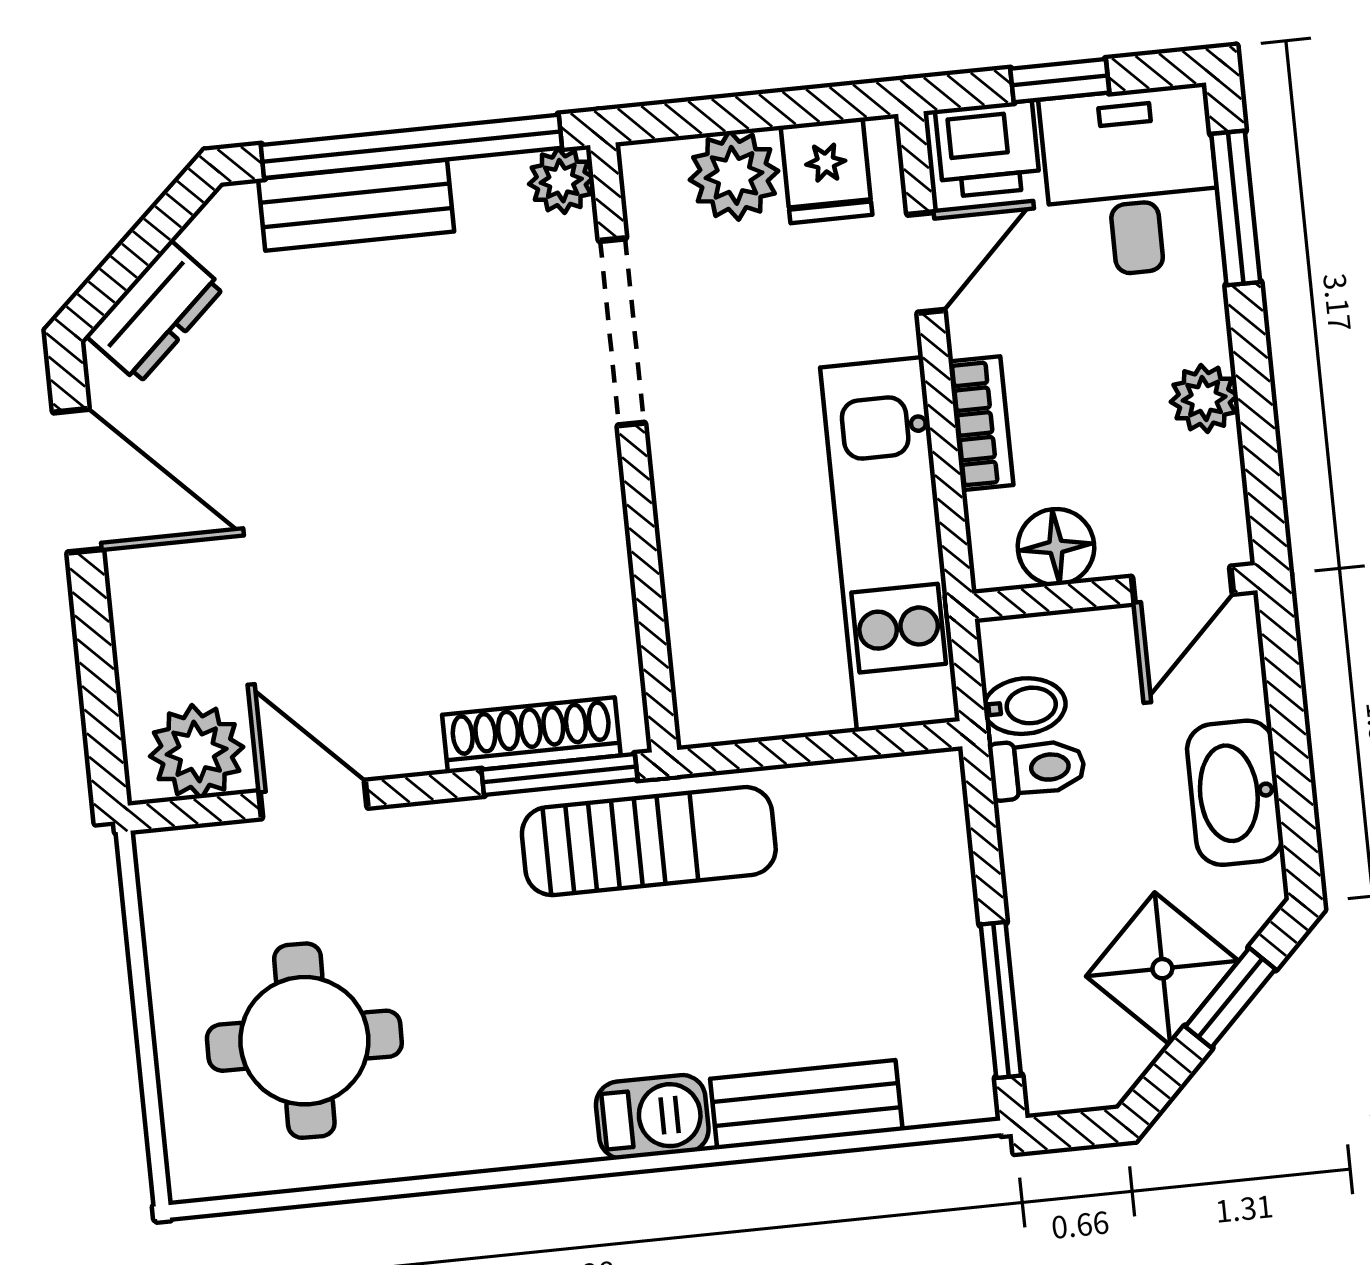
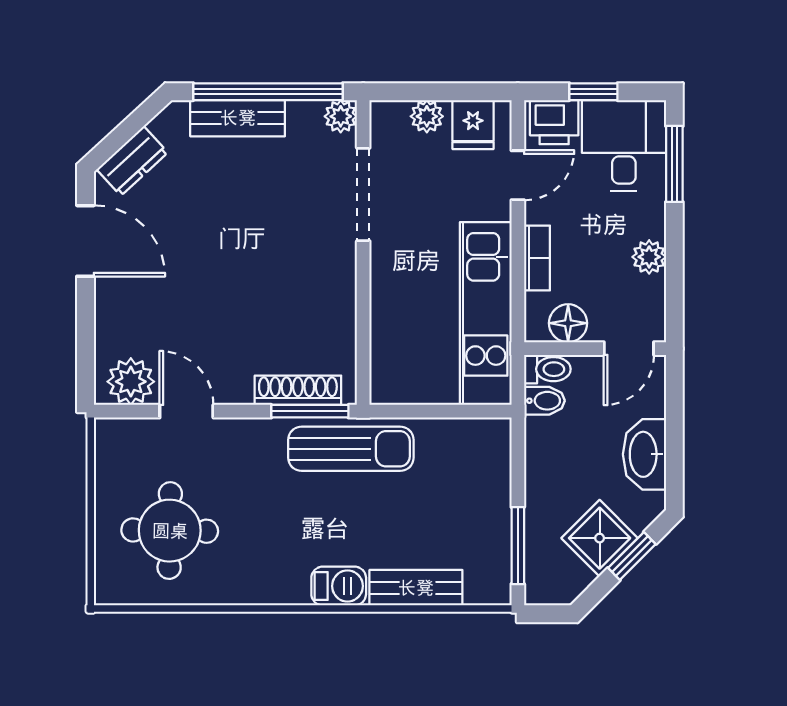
plant: (734, 175) -> (427, 116), width x0.73, depth x0.73
toilet: (1037, 768) -> (547, 369), moved

